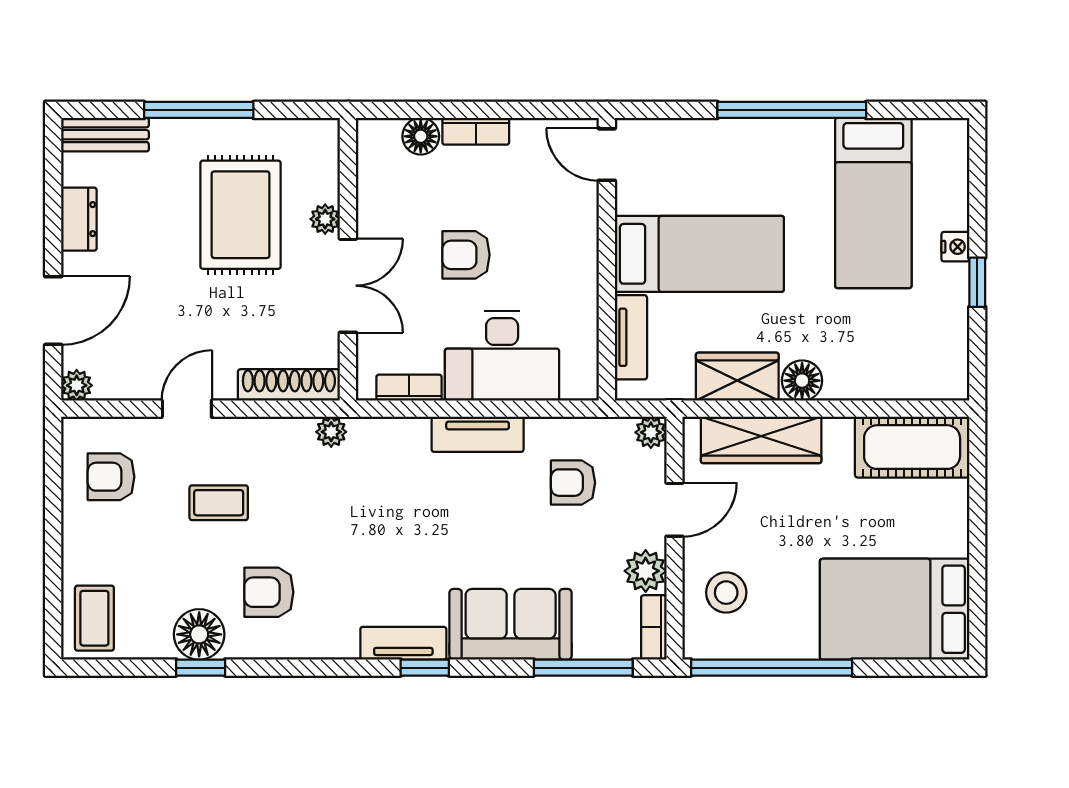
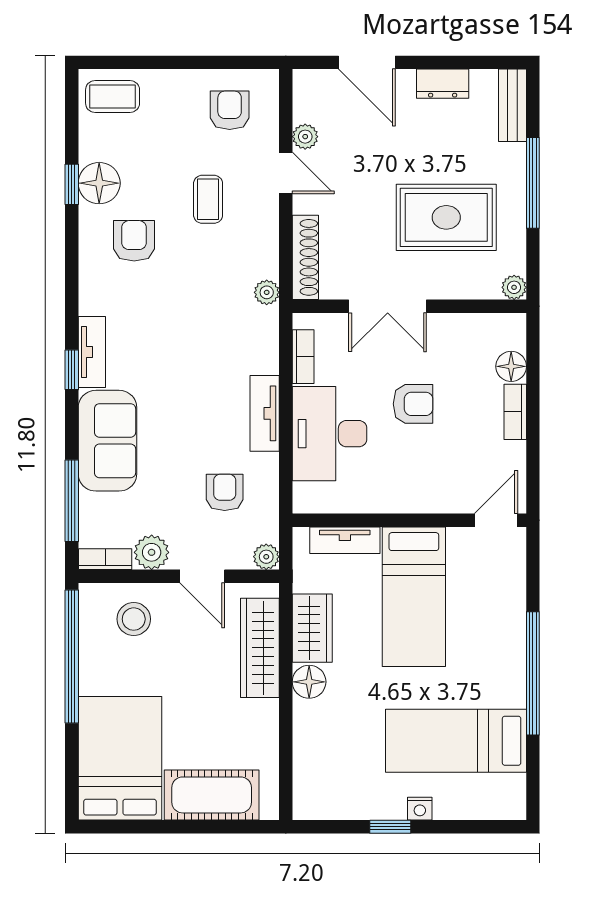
plant: (325, 219) -> (514, 287), moved
armchair: (466, 255) -> (413, 404), turned 90
plant: (77, 385) -> (305, 137), moved
cot: (912, 447) -> (212, 795), moved, turned 90

